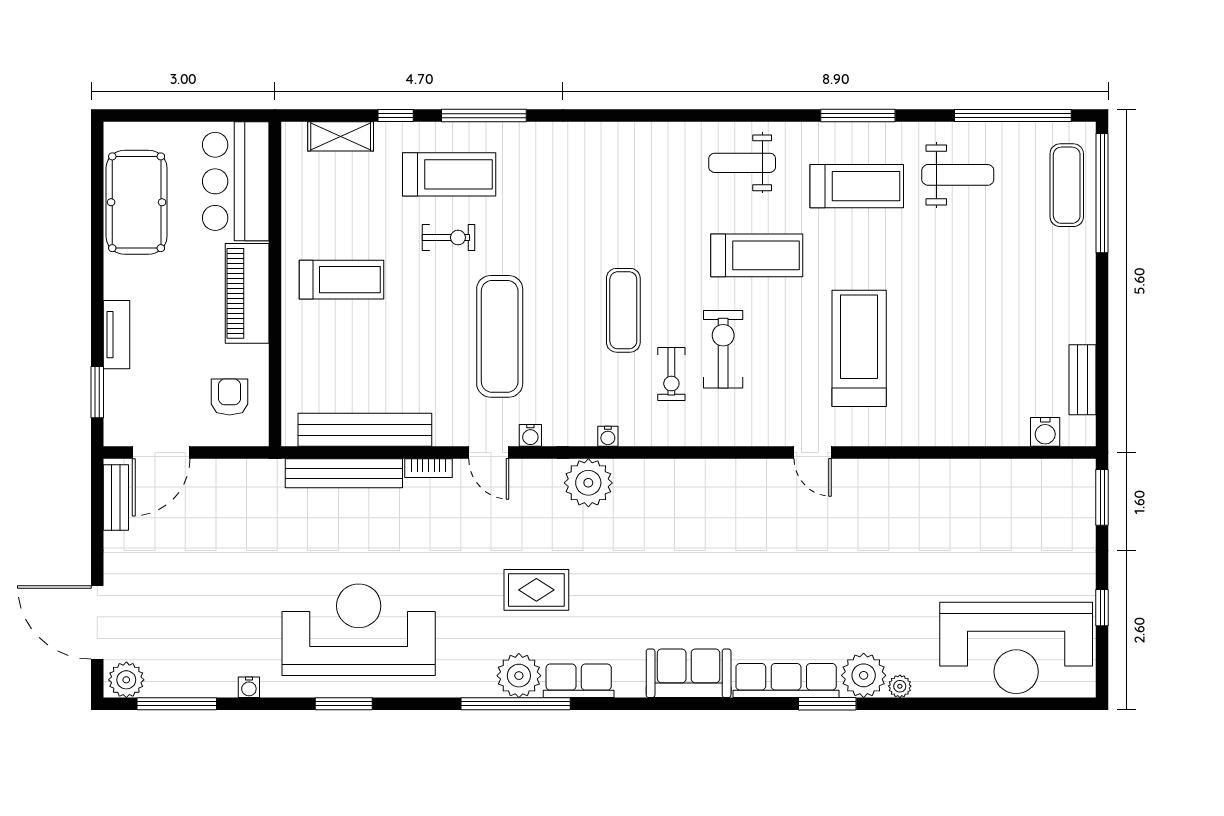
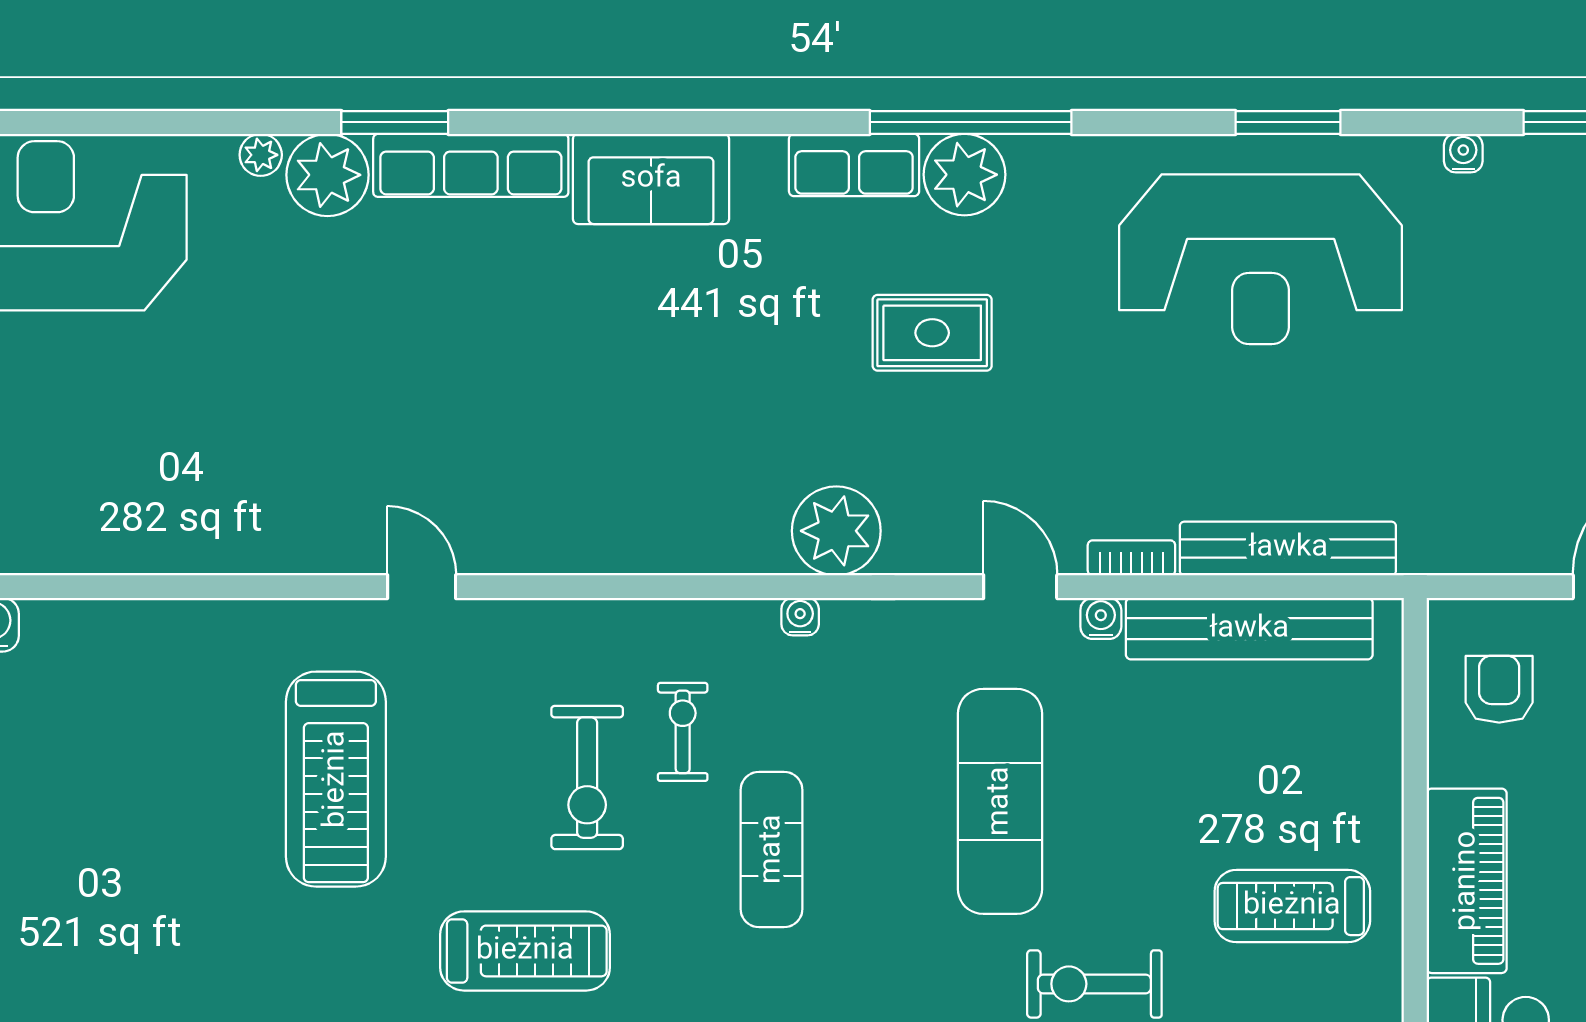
exercise bike: (449, 238) -> (1094, 984), width x1.38, depth x1.39
treadmill: (757, 255) -> (525, 951), turned 180
armchair: (230, 397) -> (1499, 689), turned 180
water cooler: (530, 435) -> (1101, 618), moved

